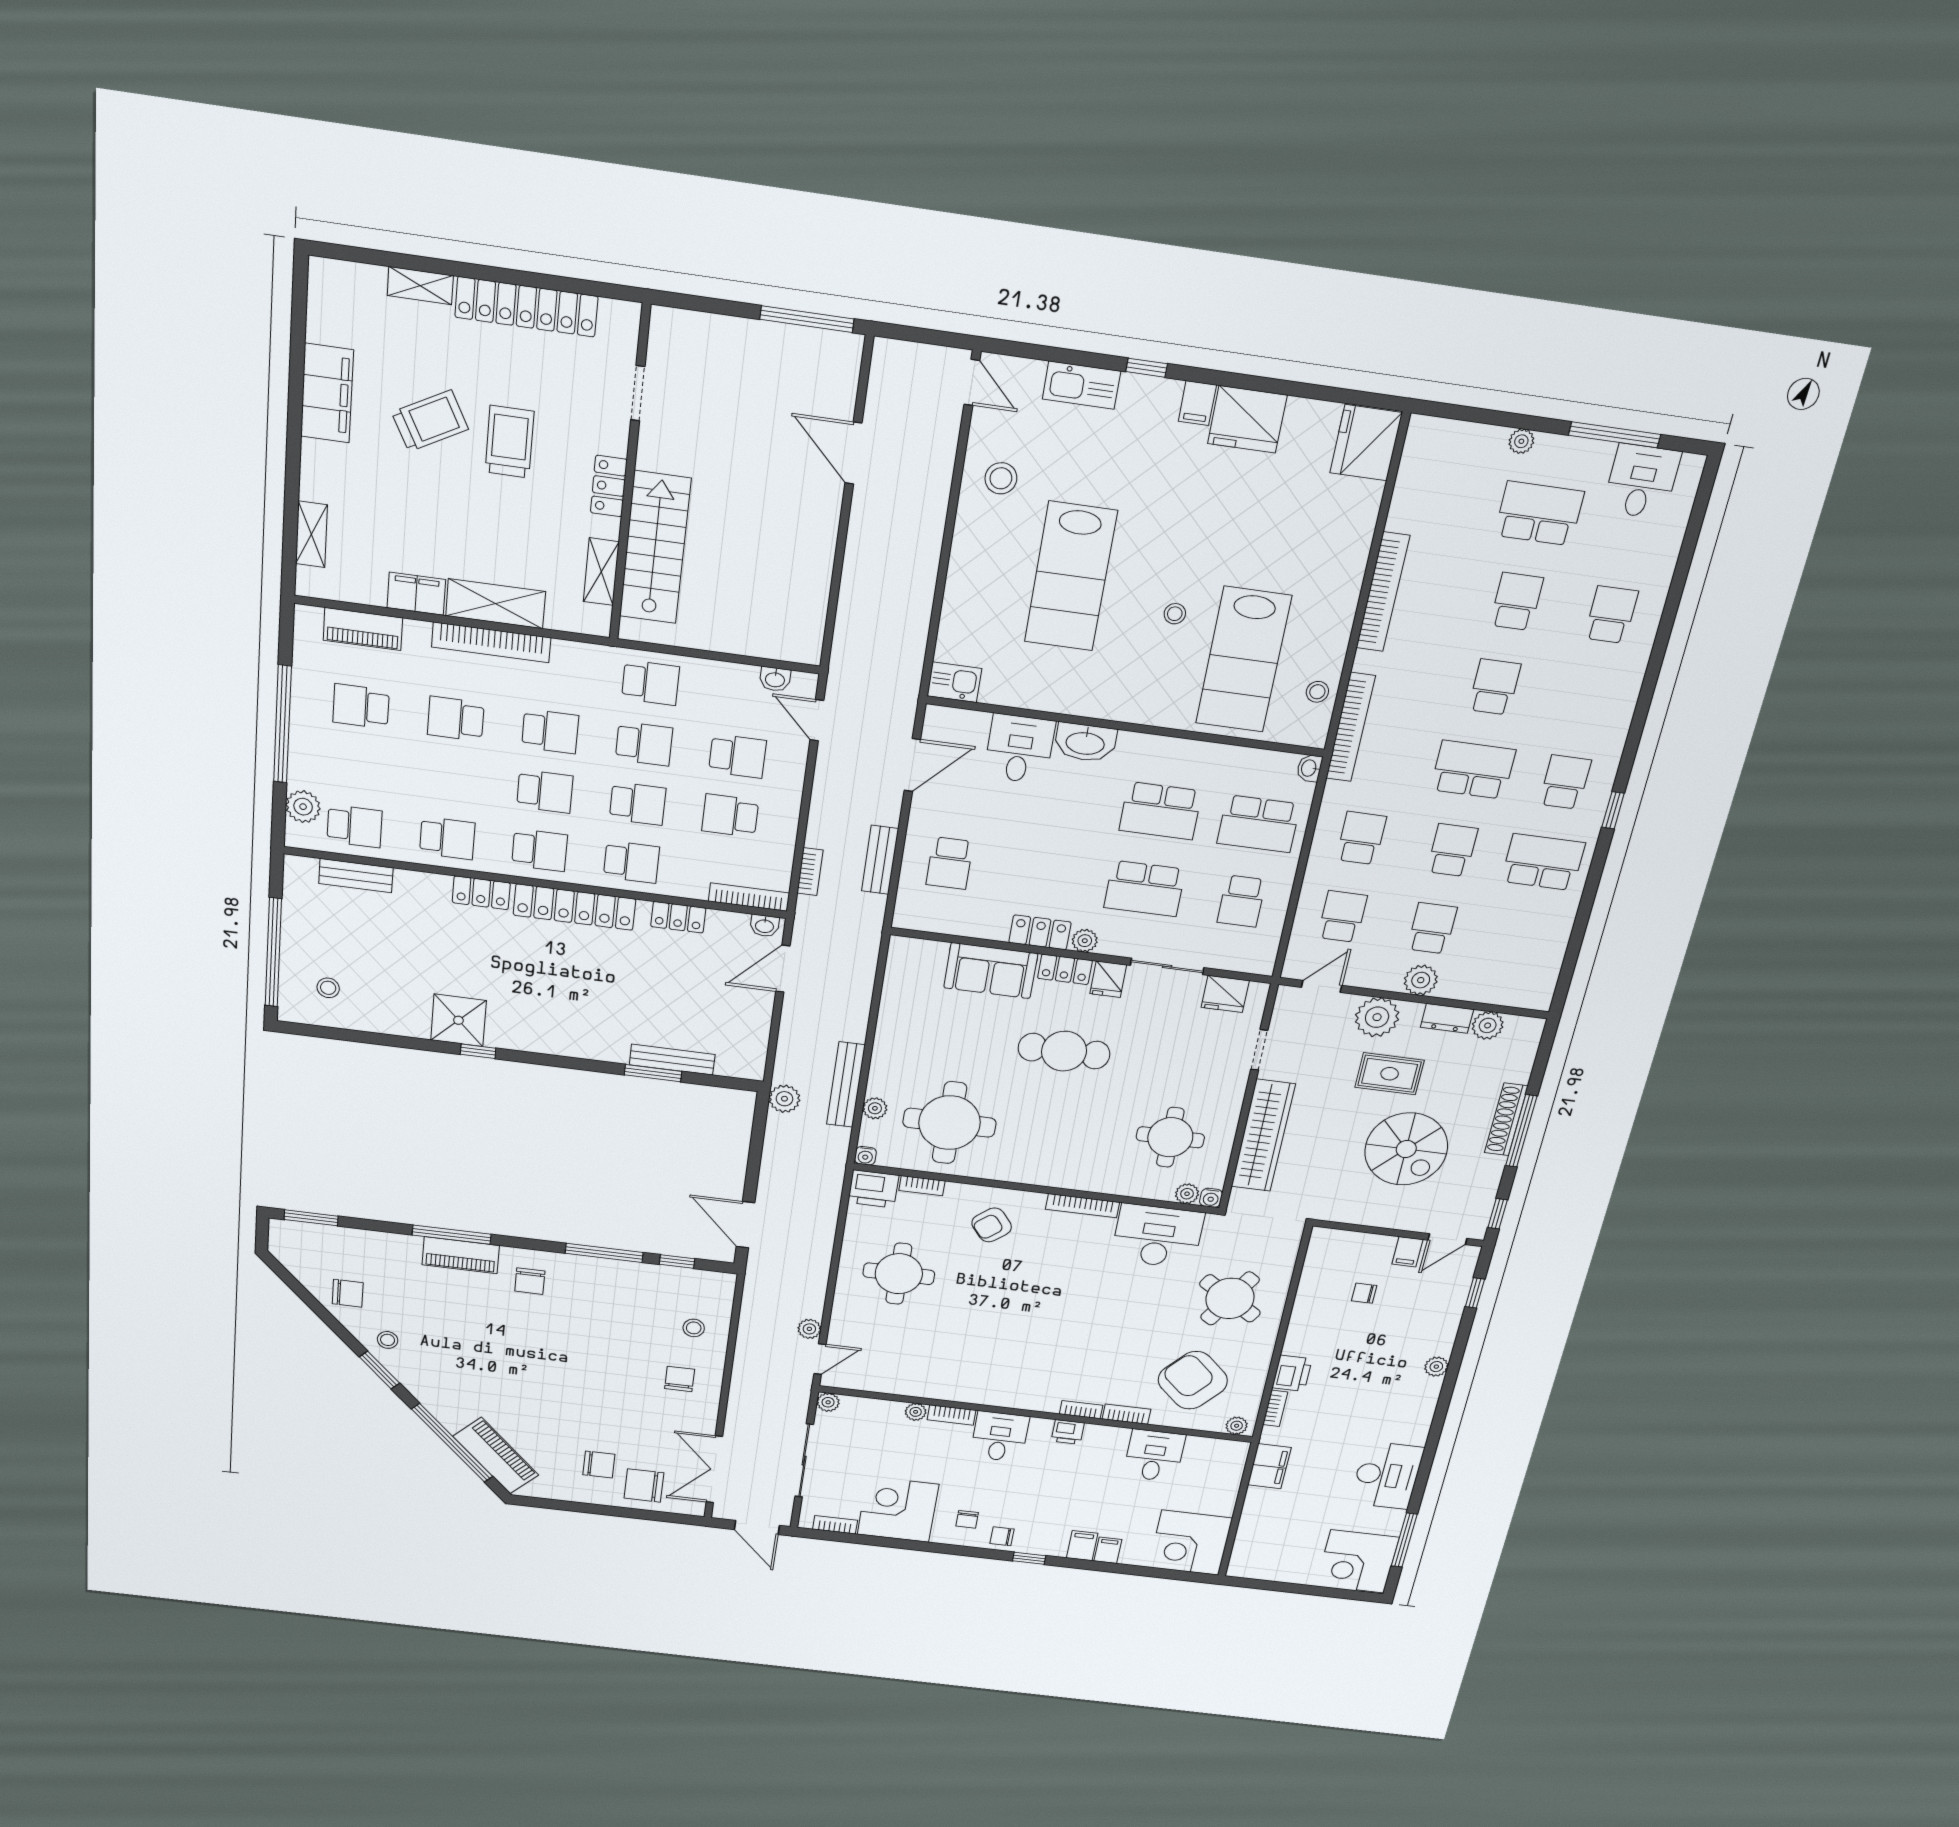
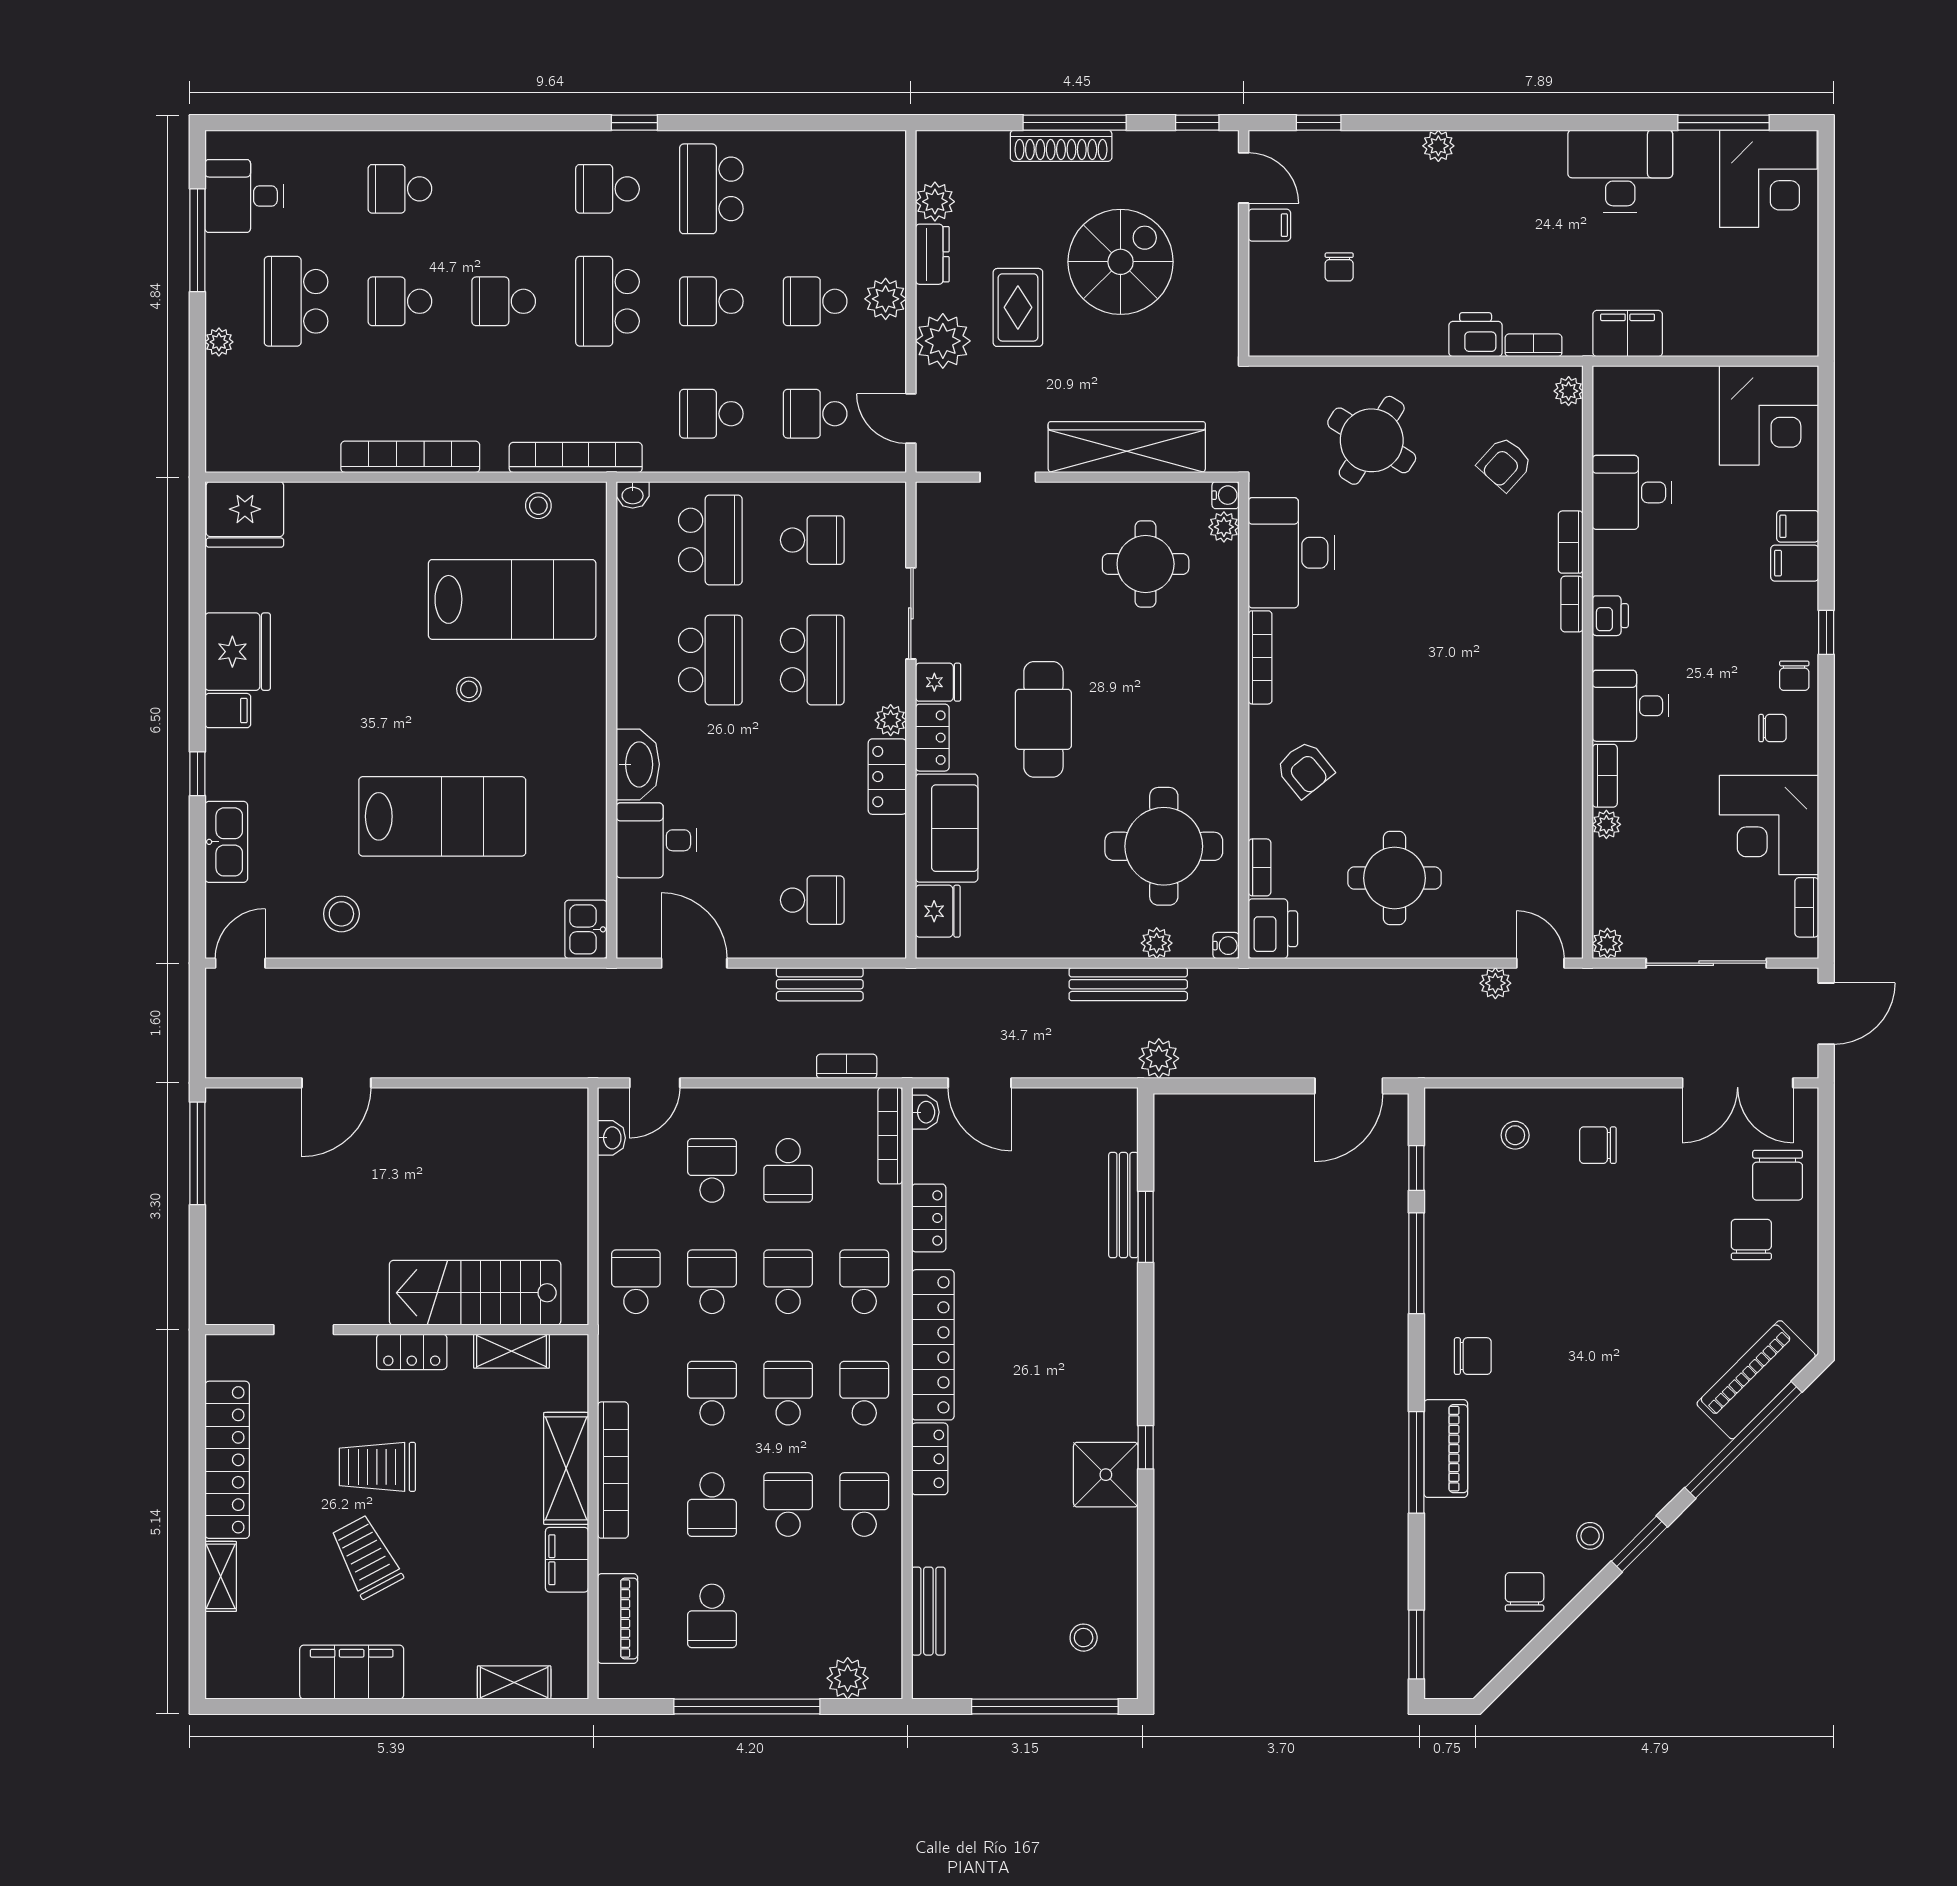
school desk: (355, 826) -> (788, 1505), moved
fridge: (1225, 994) -> (938, 911), moved
armchair: (1193, 1380) -> (1505, 464), width x0.53, depth x0.53

